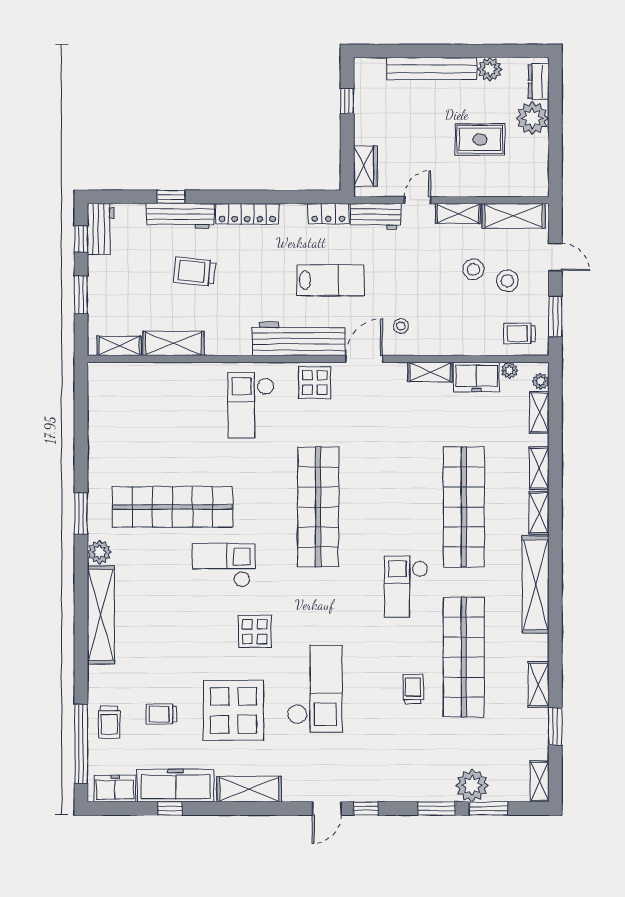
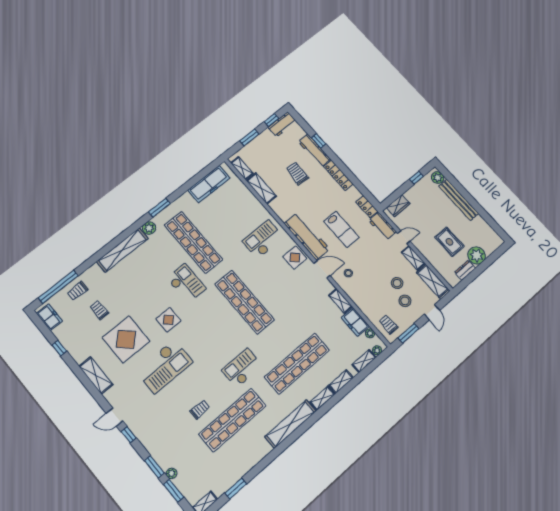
plant: (490, 69) -> (438, 178), moved
dresser: (539, 82) -> (465, 270), moved
shop shelf: (318, 507) -> (244, 302), turned 90
shelving: (539, 684) -> (248, 464), removed
plant: (472, 785) -> (172, 473), width x0.53, depth x0.53
freezer: (176, 786) -> (209, 184), moved, turned 90

